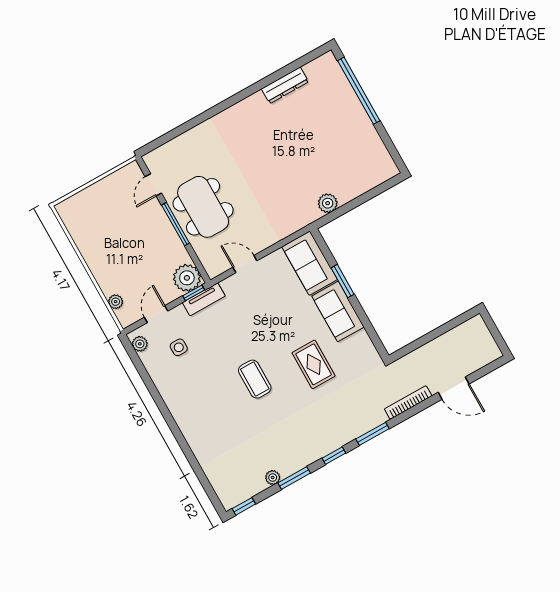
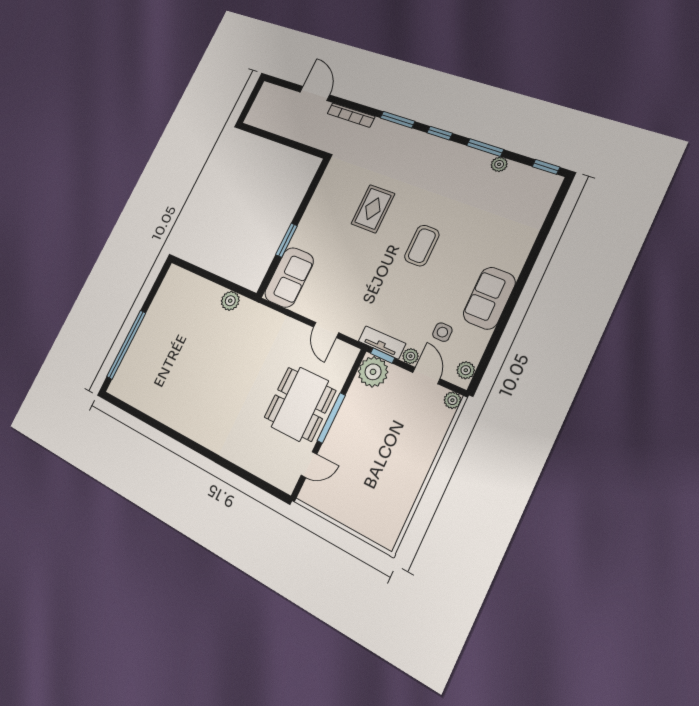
dresser: (285, 85) -> (155, 409), removed
plant: (116, 302) -> (452, 400), moved
sofa: (338, 311) -> (489, 298), moved, turned 180
plant: (178, 313) -> (411, 356), added
door: (156, 314) -> (426, 376), swing flipped

